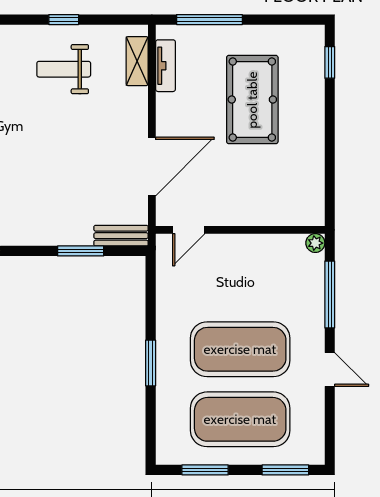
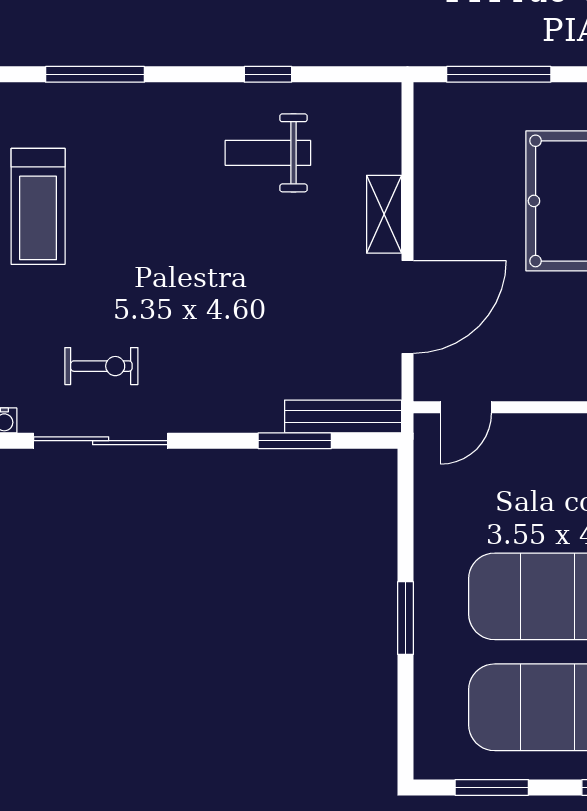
shelving: (137, 61) -> (384, 214), moved
tv unit: (165, 66) -> (429, 147), removed
bench: (121, 236) -> (343, 416), width x1.36

